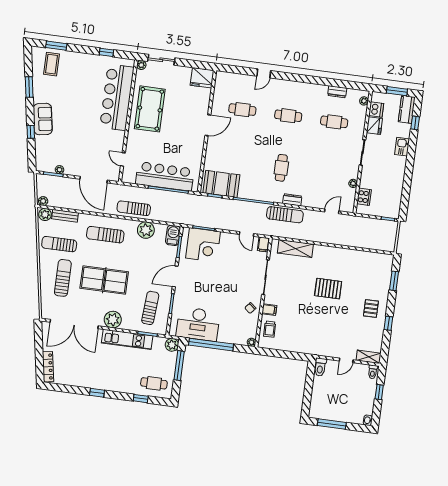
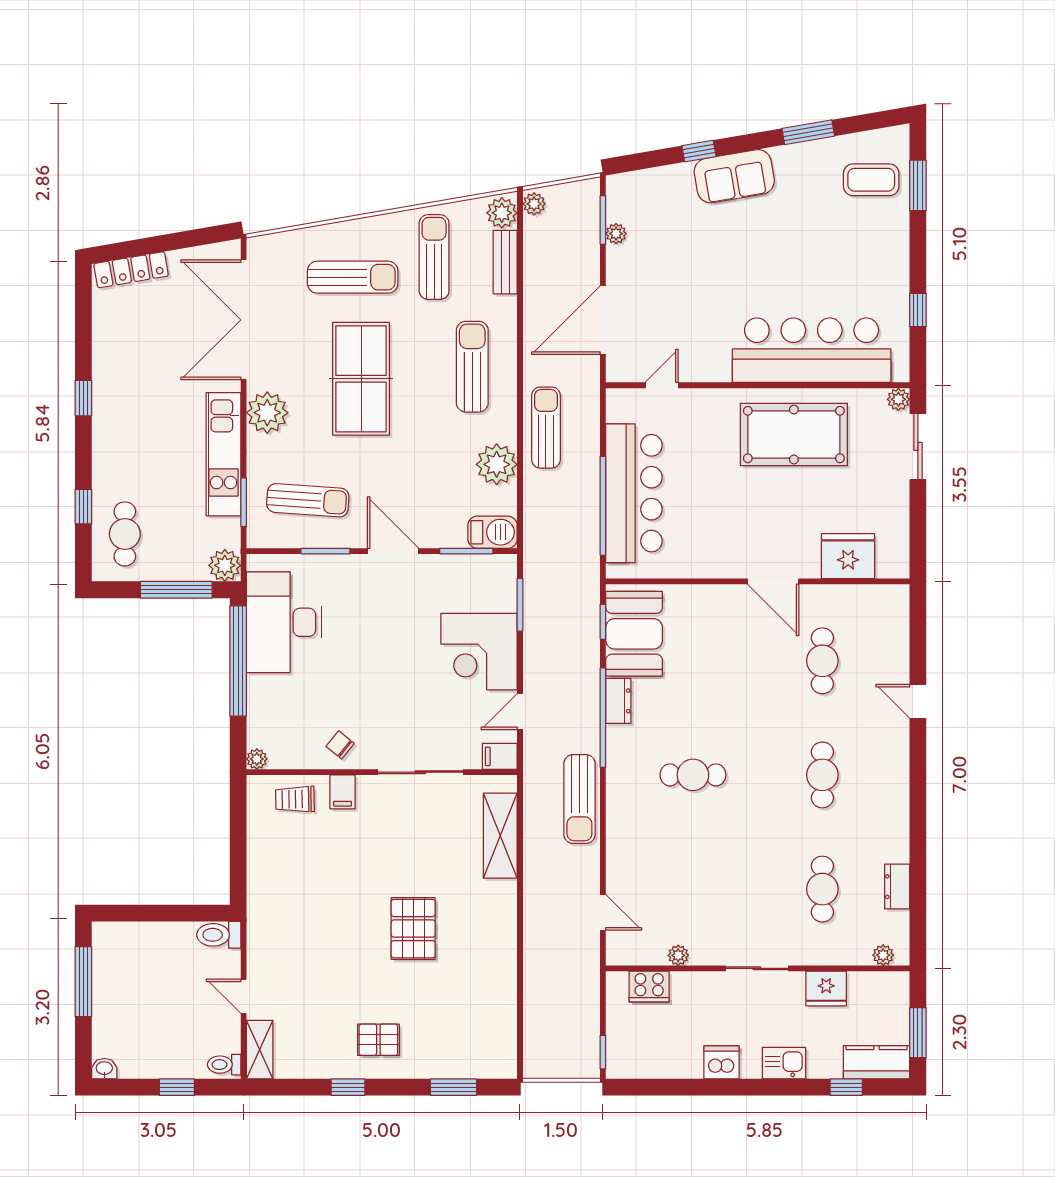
fridge: (202, 78) -> (848, 556), moved, turned 90
dishwasher: (376, 110) -> (721, 1062), moved, turned 180
dresser: (292, 200) -> (618, 701), moved
corner desk: (203, 245) -> (479, 652), moved

